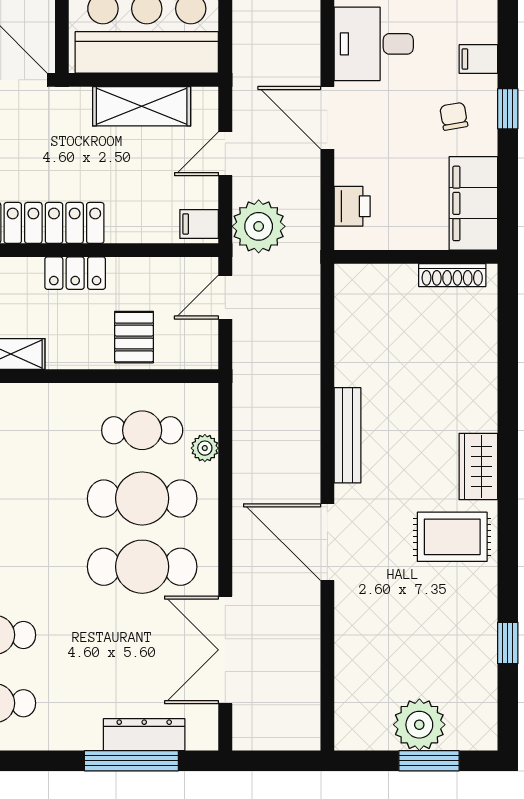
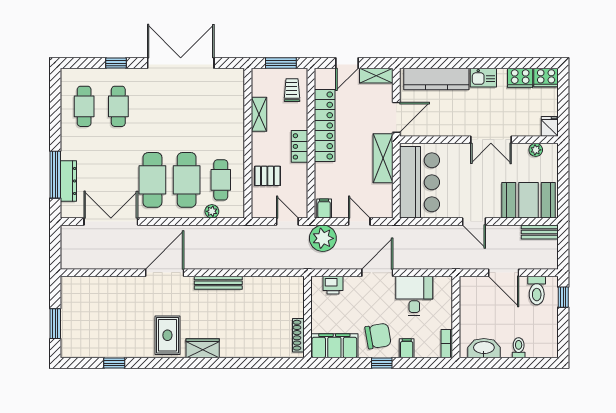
shelving: (142, 106) -> (383, 158), moved
chair: (454, 116) -> (378, 336), width x1.87, depth x1.87
plant: (419, 725) -> (73, 319), removed

